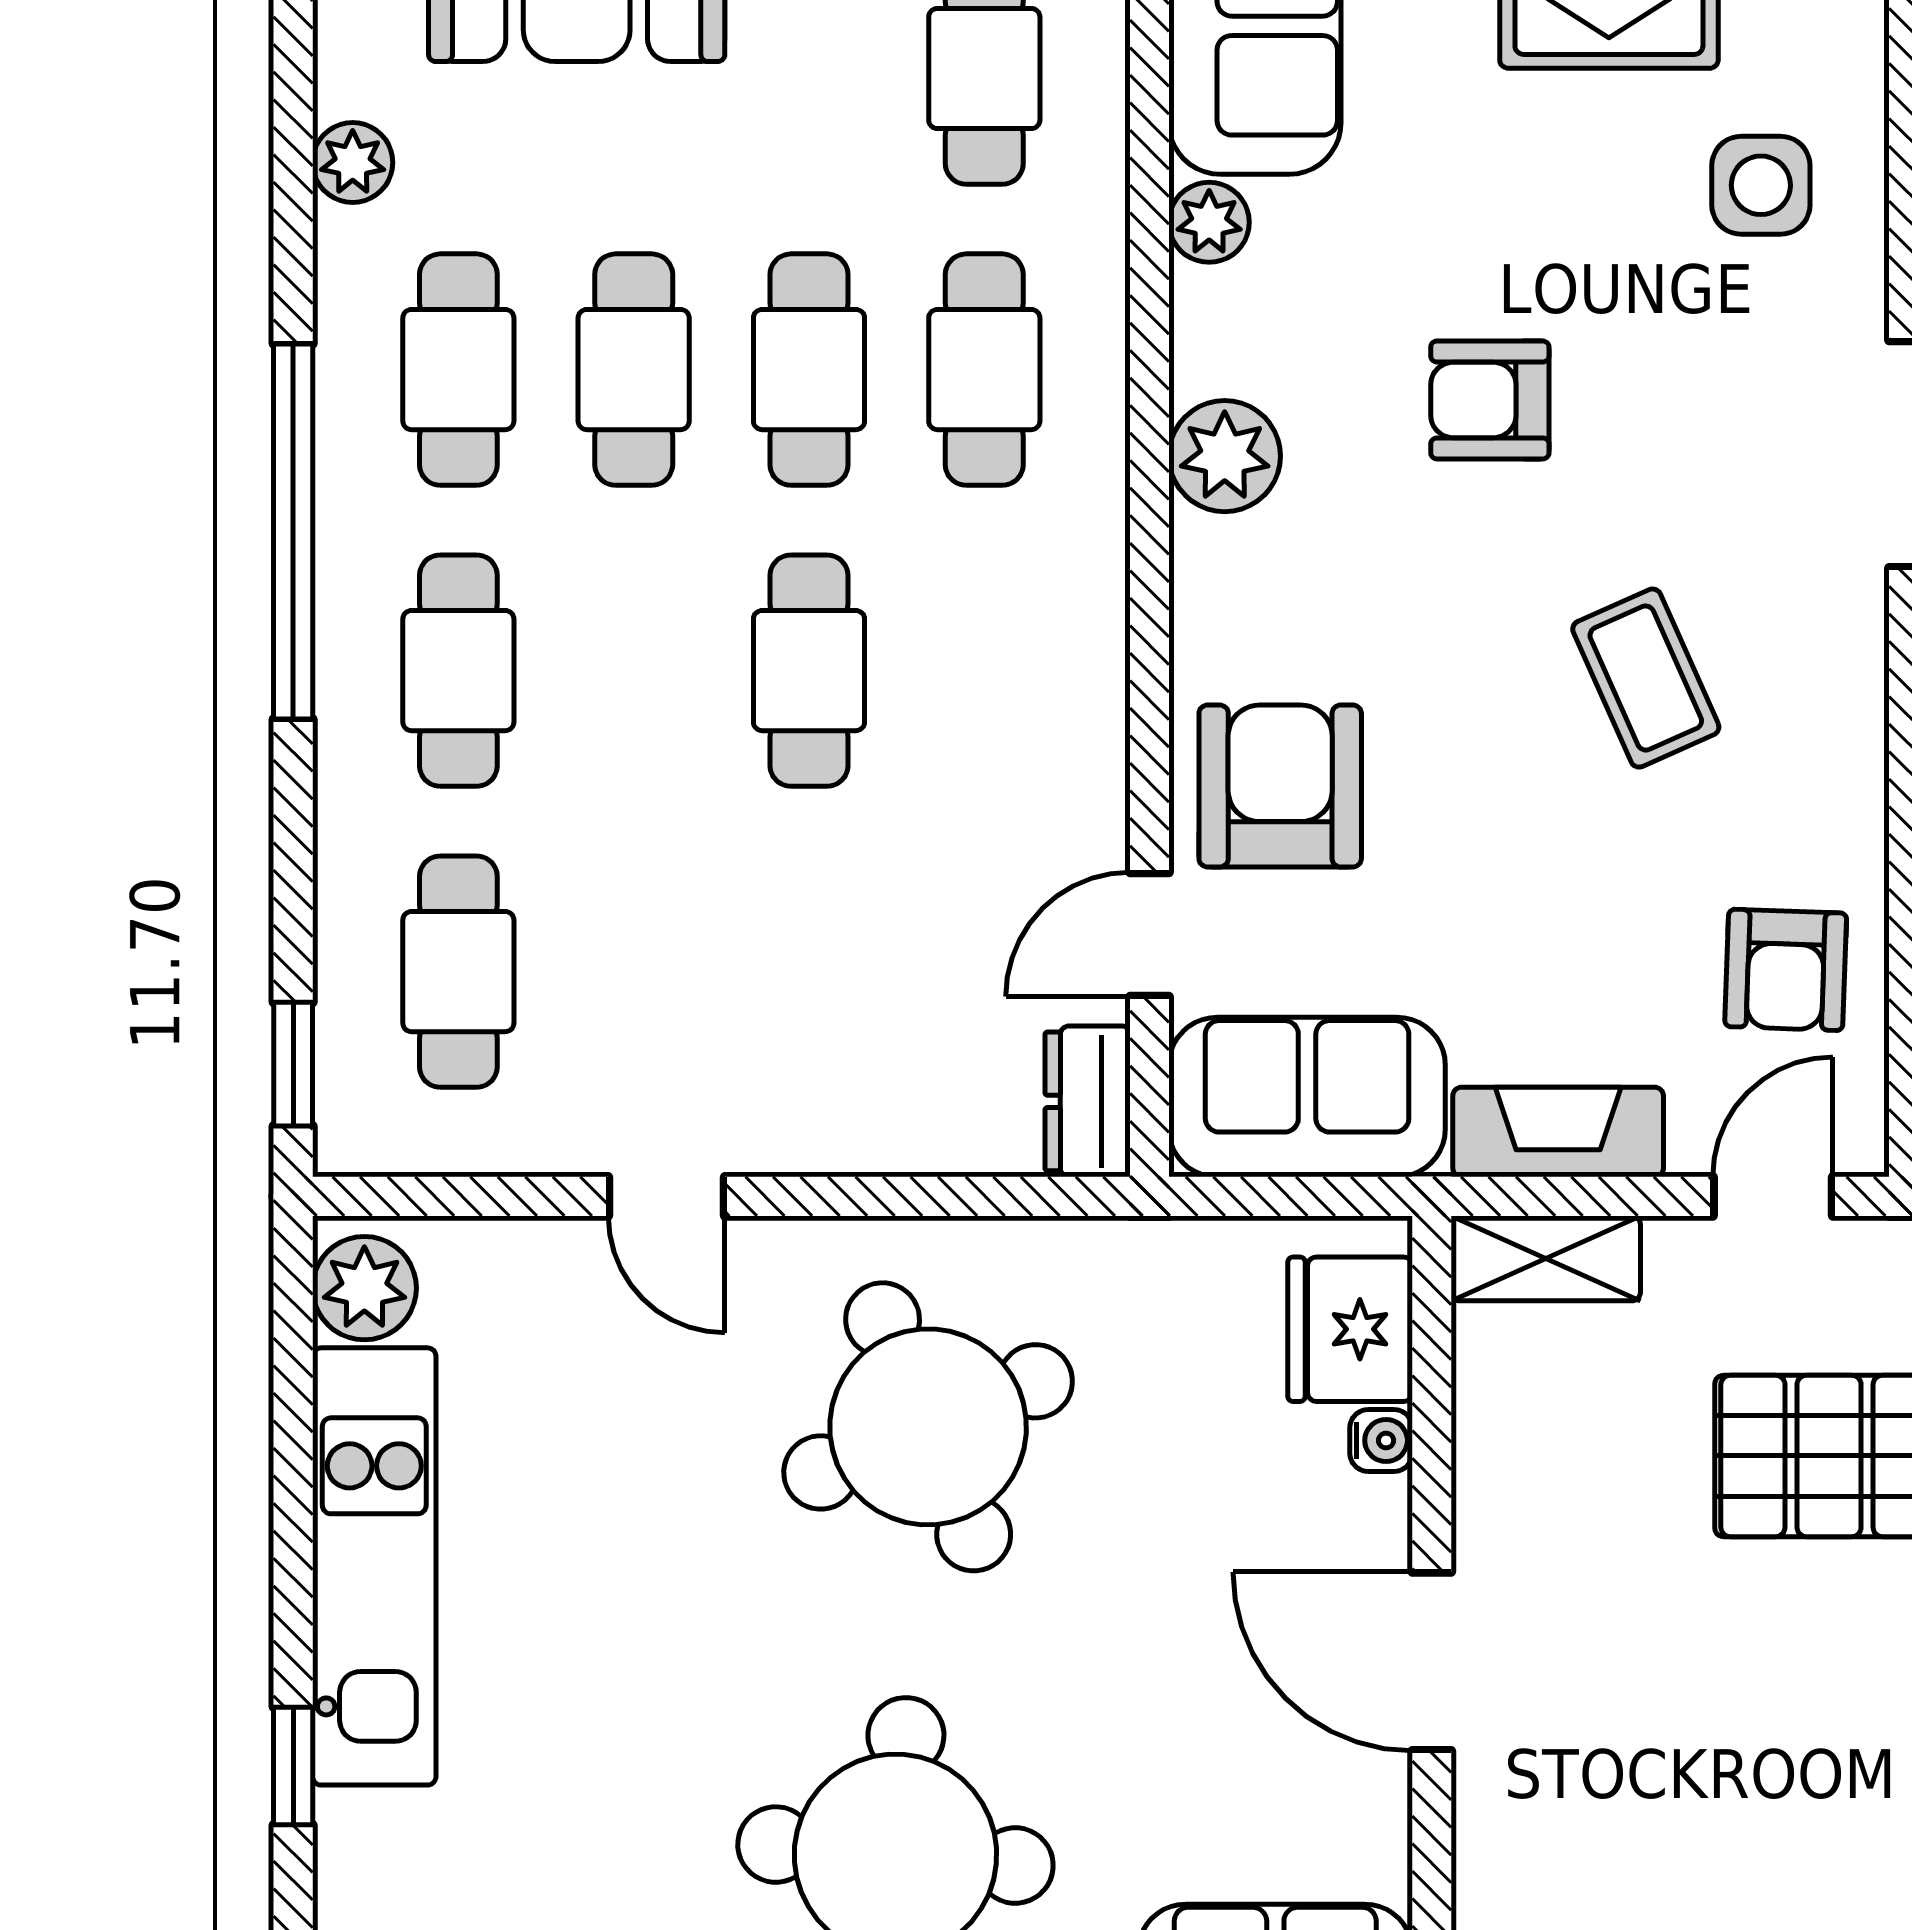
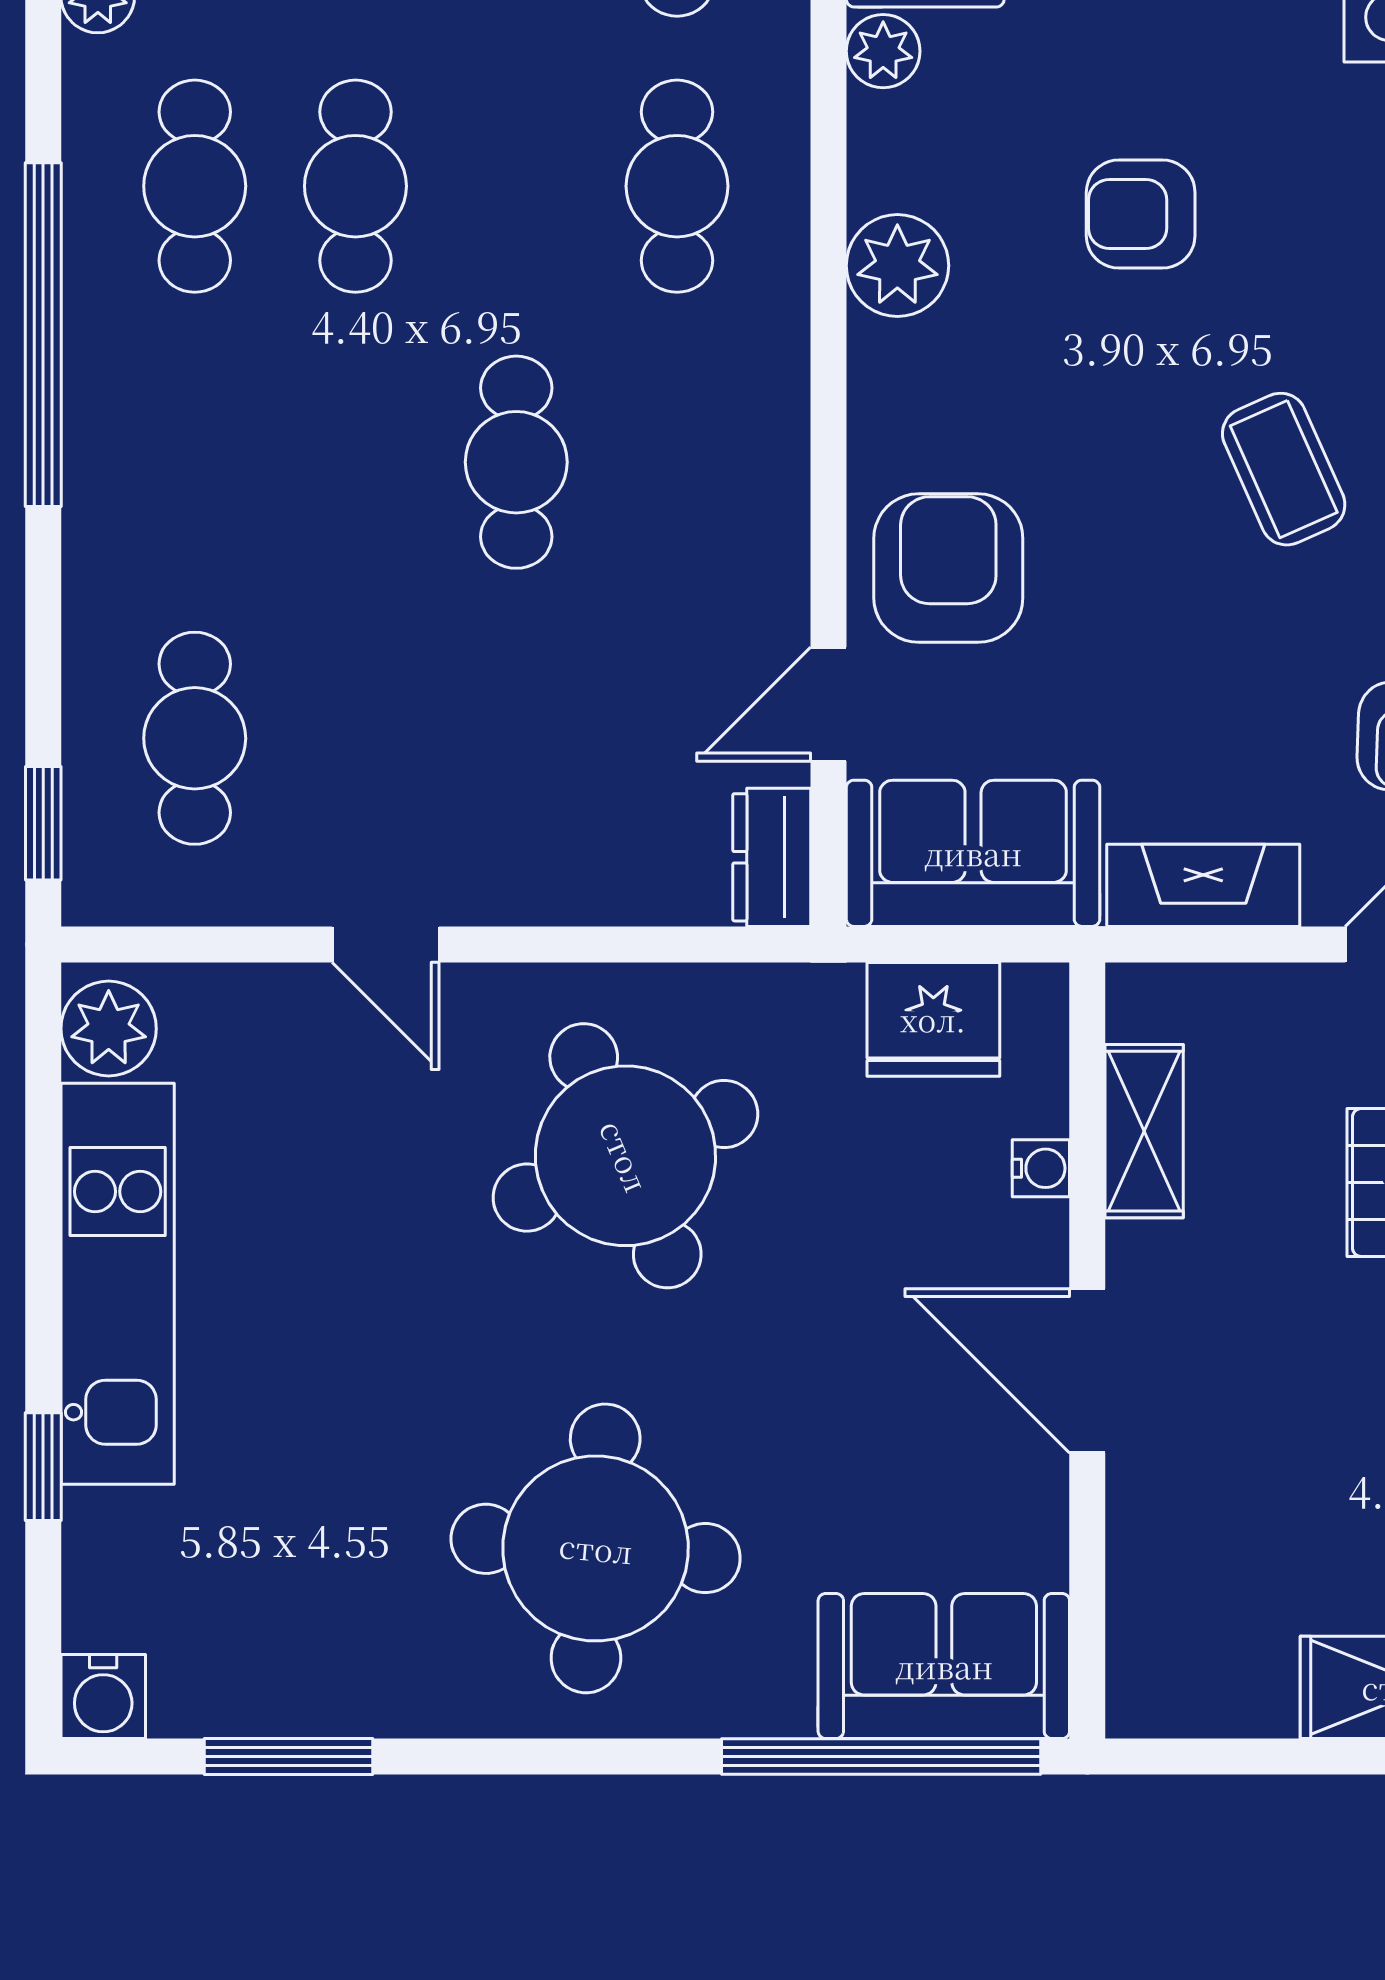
cafe table: (809, 370) -> (516, 186), removed
cafe table: (458, 671) -> (195, 462), removed
shelving: (1546, 1258) -> (1144, 1131), moved, turned 90
fridge: (1350, 1329) -> (933, 1019), moved, turned -90

